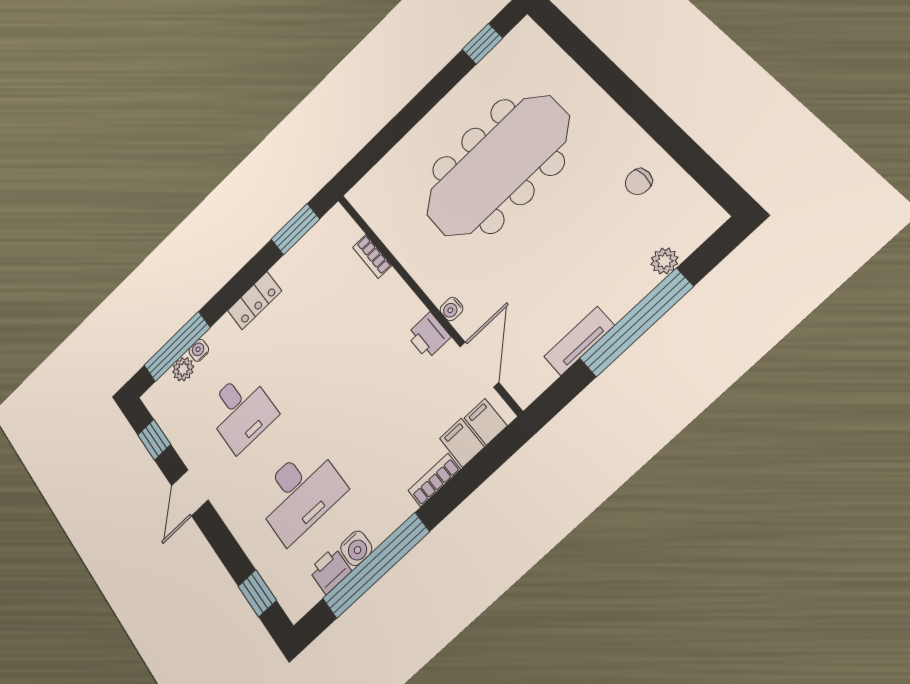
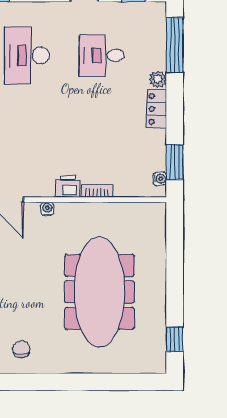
bookcase: (372, 256) -> (97, 191), moved
printer: (428, 336) -> (68, 186), moved
water cooler: (199, 350) -> (160, 179), moved
plant: (183, 369) -> (158, 79), moved

